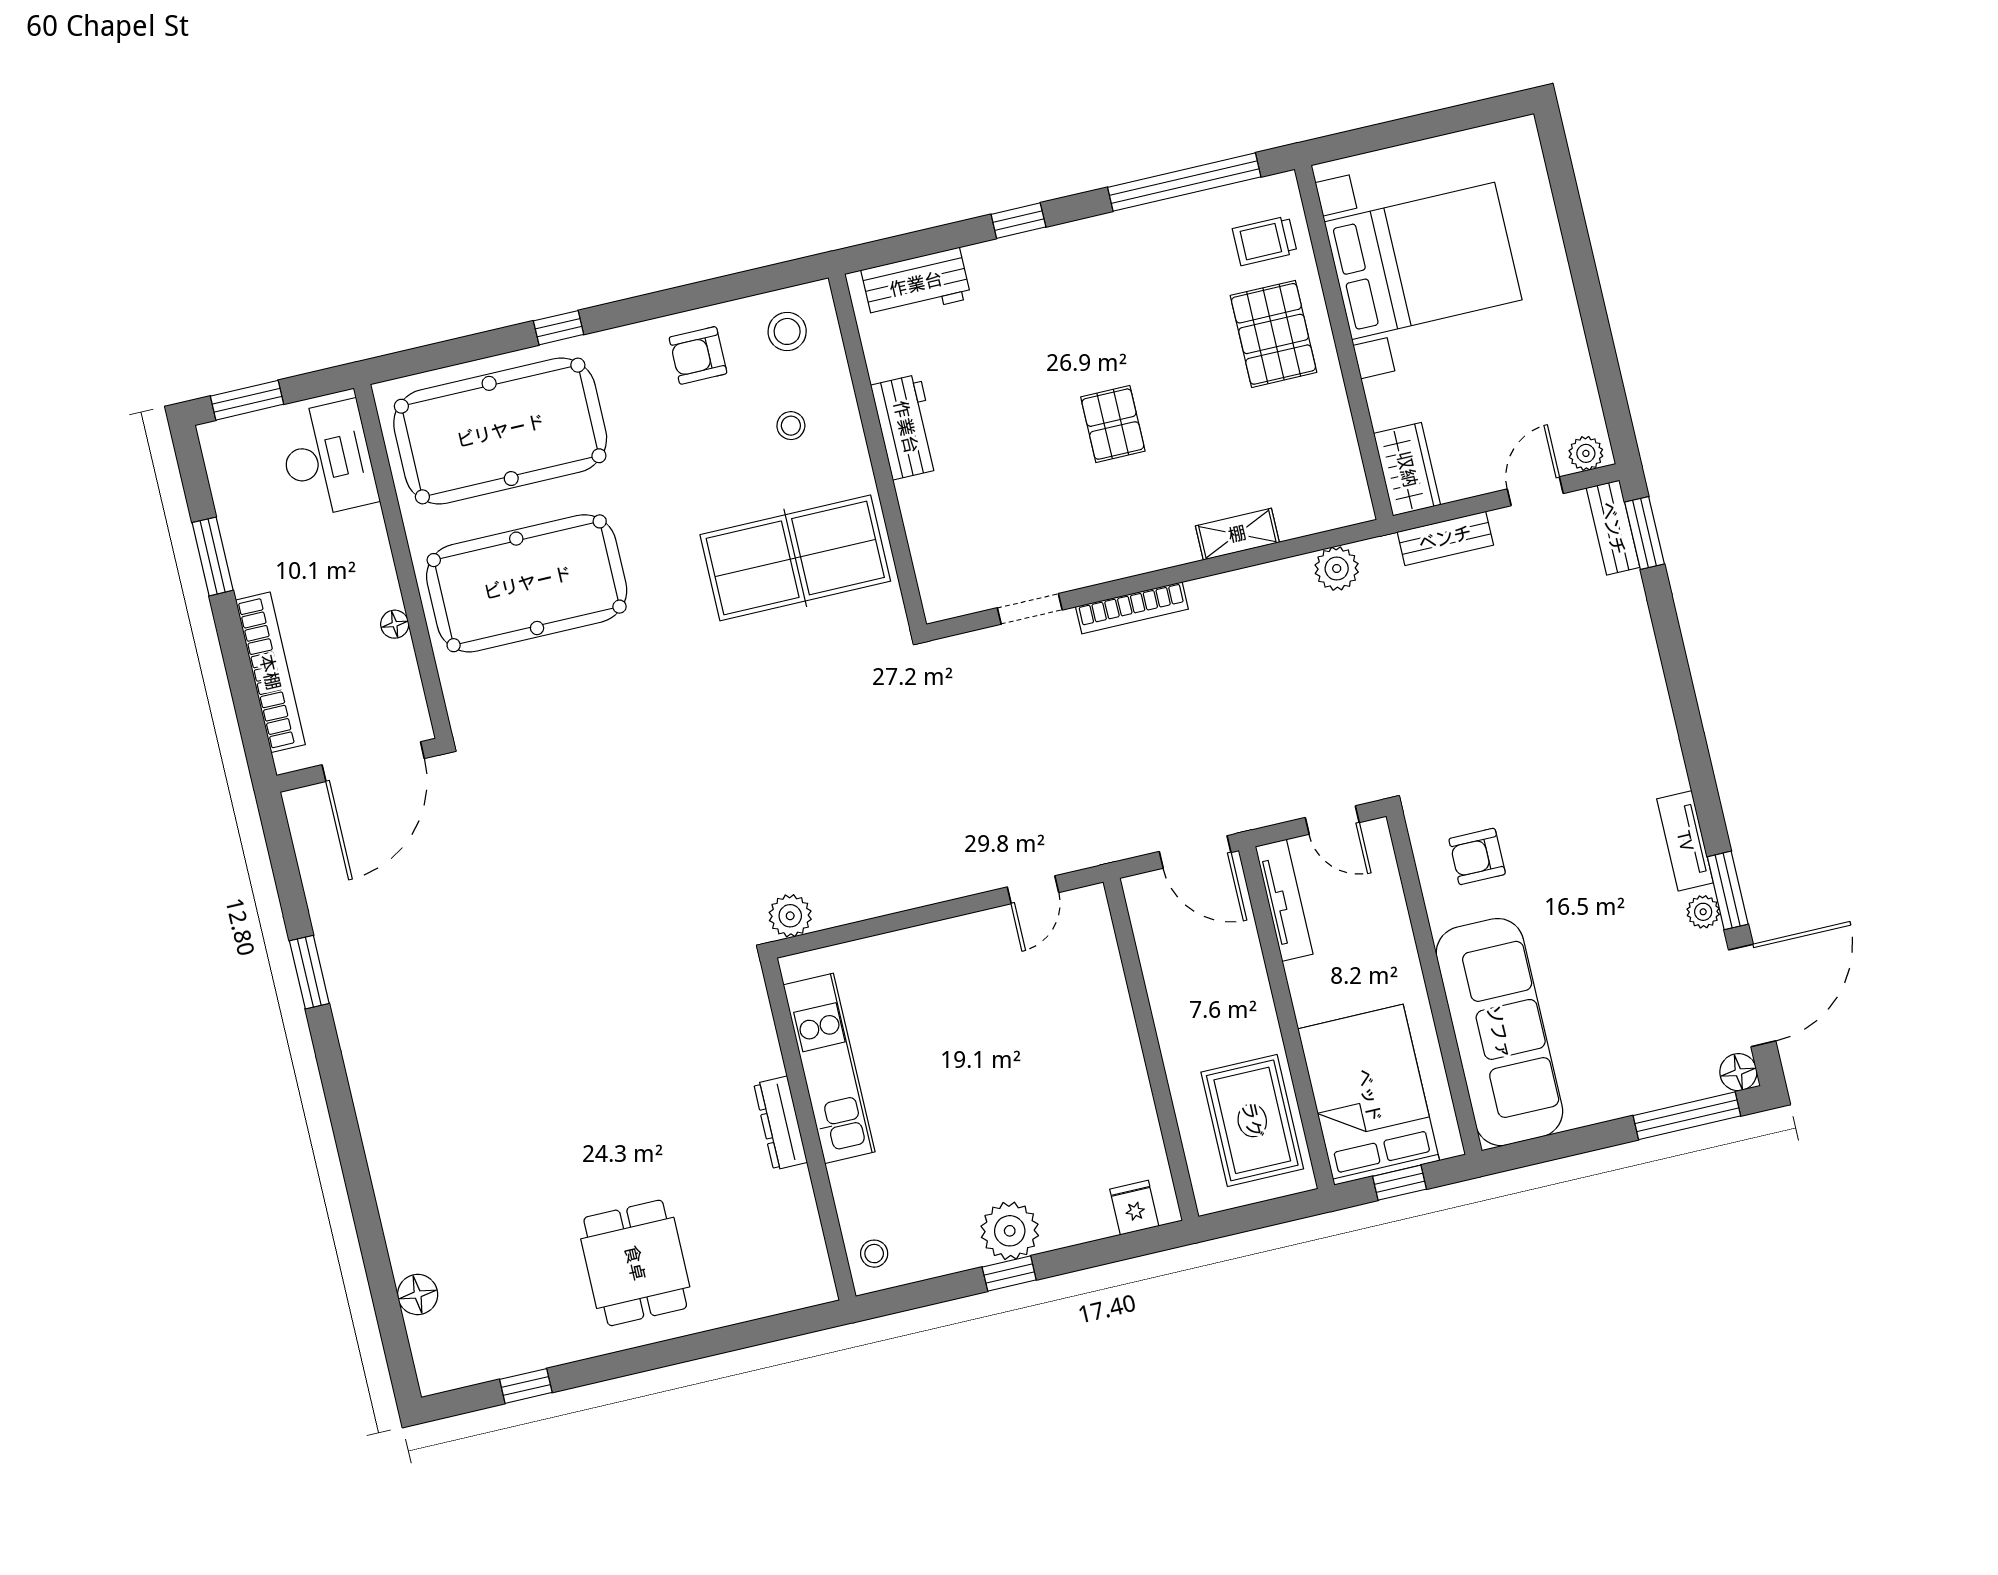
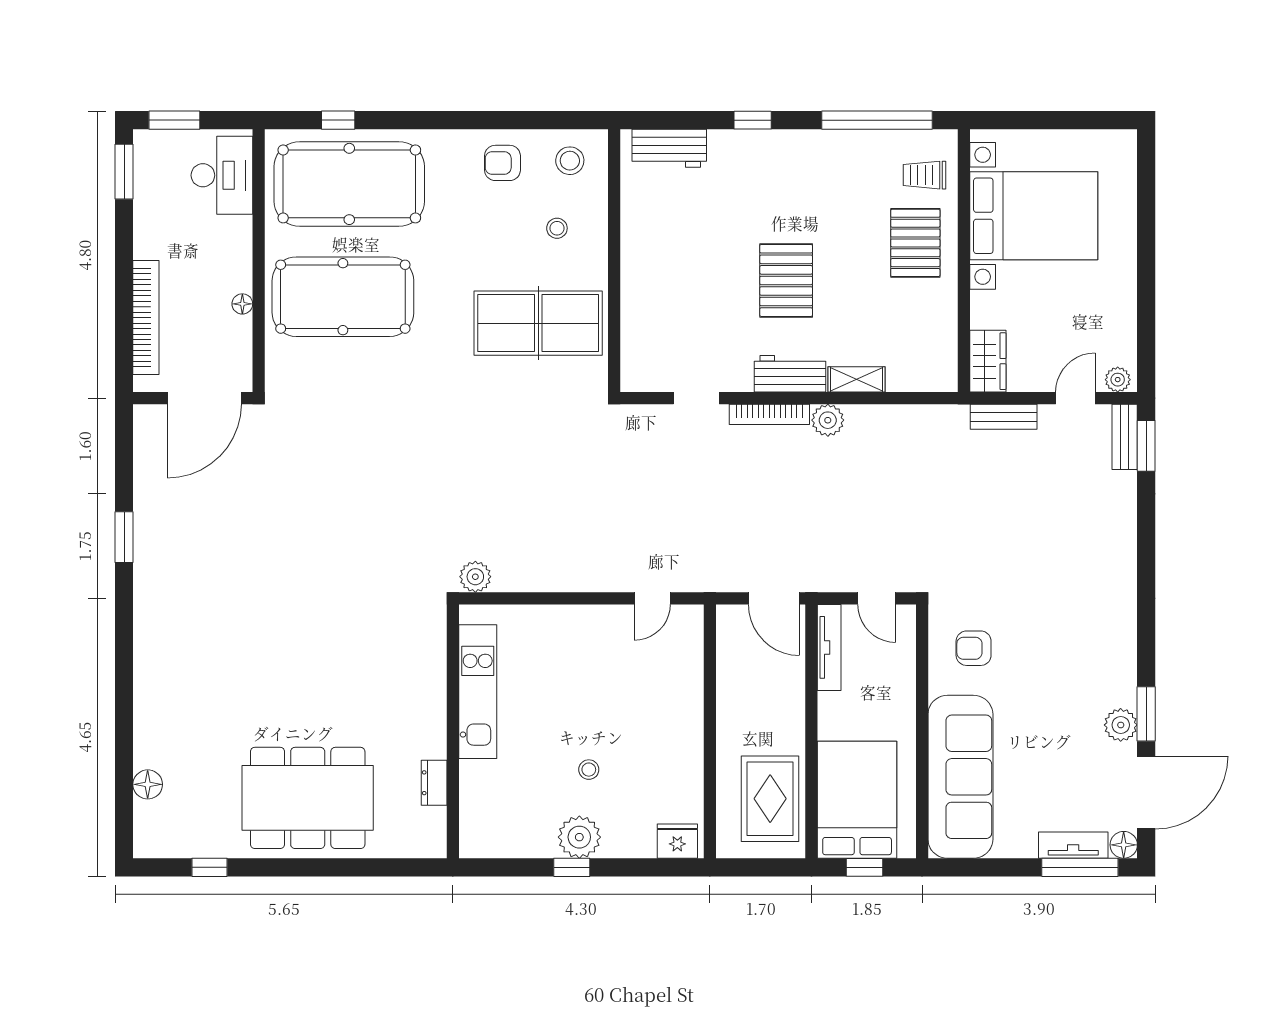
window: (559, 328) -> (338, 120), moved
pallet: (1113, 424) -> (786, 280), width x1.50, depth x1.42
workbench: (906, 427) -> (790, 374), moved, turned -90
window: (213, 556) -> (124, 172), moved
plant: (1337, 569) -> (828, 420), moved
tv unit: (1685, 841) -> (1073, 845), moved, turned 90
plant: (1703, 912) -> (1121, 725), width x1.38, depth x1.38
dresser: (781, 1123) -> (434, 783), moved, width x0.70
fridge: (1134, 1208) -> (677, 841), width x1.38
stool: (874, 1254) -> (589, 770), moved
dining table: (635, 1263) -> (308, 798), width x1.88, depth x1.24

